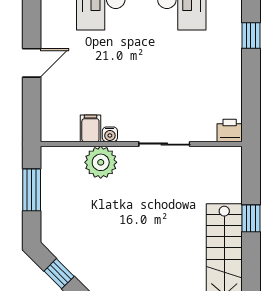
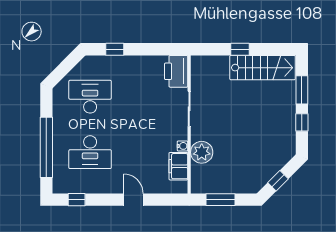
filing cabinet: (90, 128) -> (178, 166), width x2.00
printer: (230, 130) -> (176, 71), width x1.87, depth x1.48

